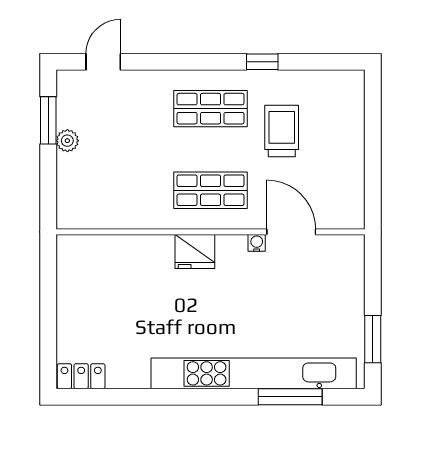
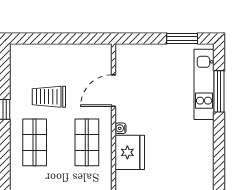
water cooler: (257, 243) -> (121, 128), moved
fridge: (195, 252) -> (130, 152), width x1.36, depth x1.34
kitchen unit: (254, 373) -> (204, 84), width x0.54

